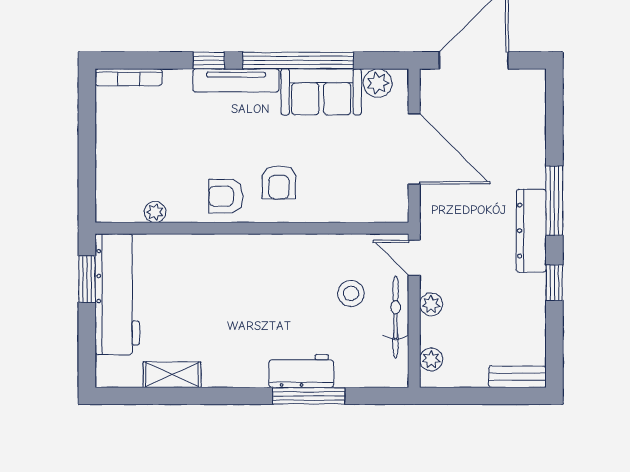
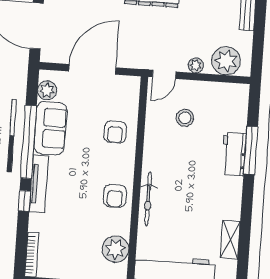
armchair: (279, 182) -> (115, 132), moved, turned 90
plant: (155, 212) -> (115, 249), width x1.88, depth x1.88
bicycle: (396, 317) -> (148, 199), moved, turned -90
plant: (431, 359) -> (226, 61), width x1.87, depth x1.87

